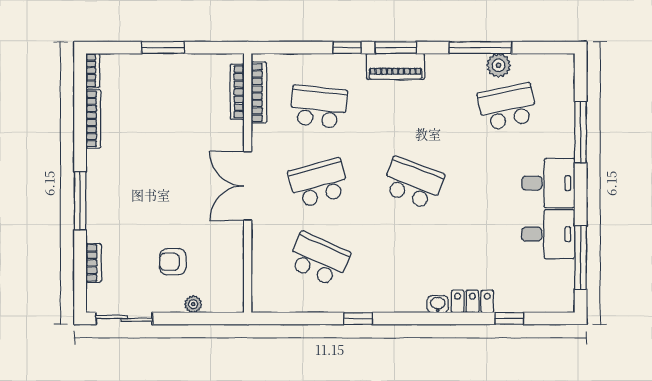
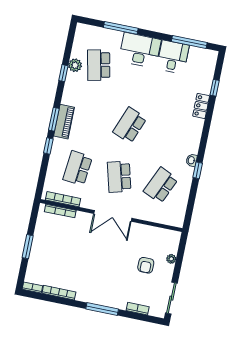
window: (480, 48) -> (63, 73), width x0.46
desk: (548, 183) -> (140, 50), width x1.37
washbasin: (438, 304) -> (192, 160), moved

